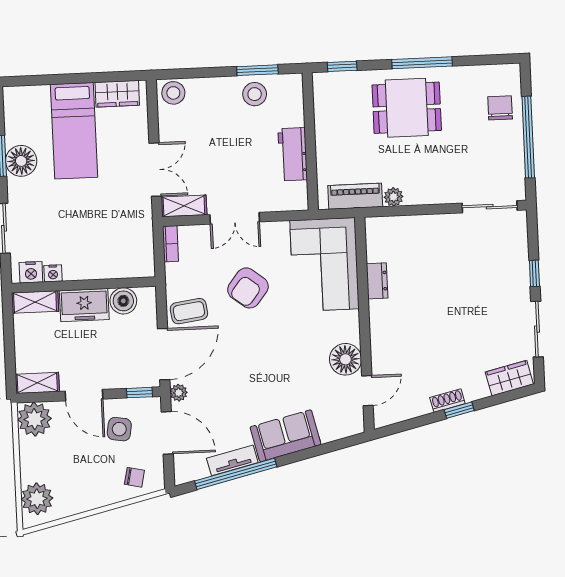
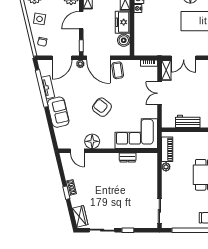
armchair: (248, 288) -> (102, 107), moved
side table: (119, 429) -> (40, 19), moved

